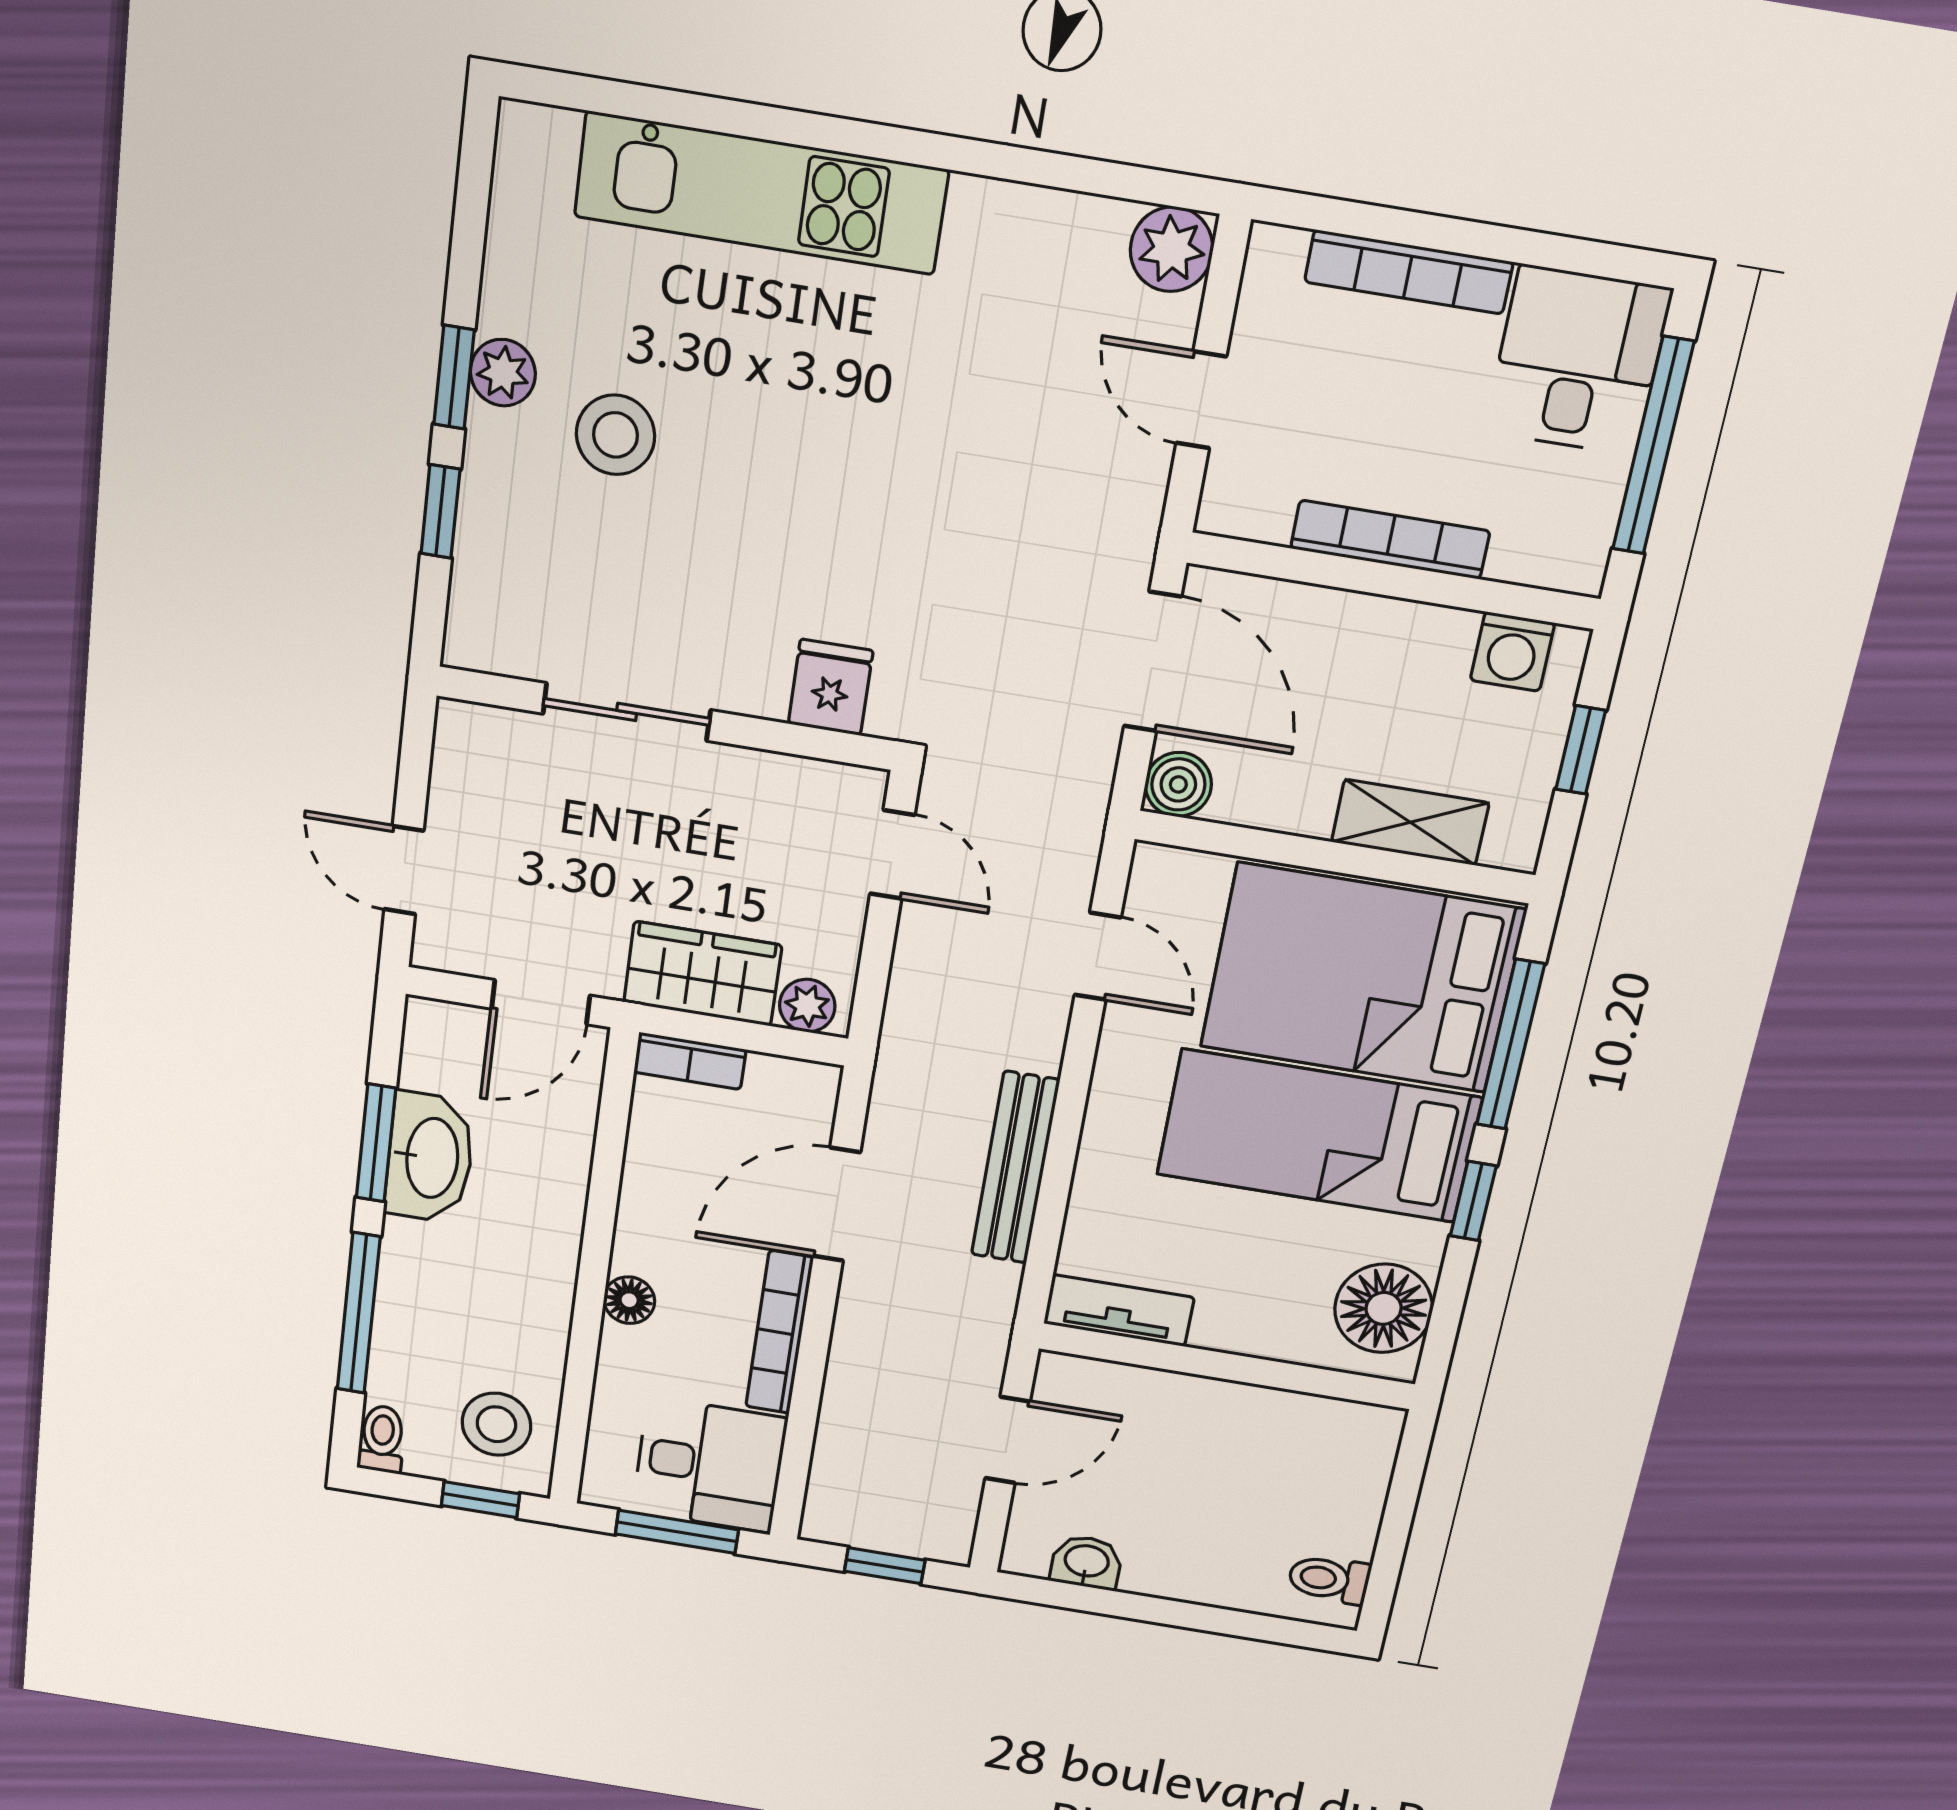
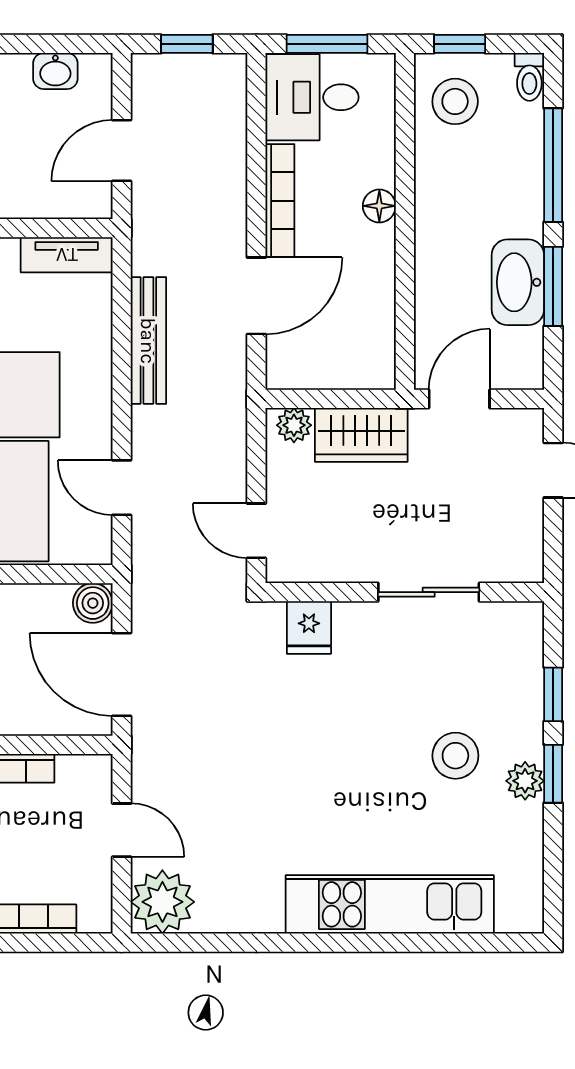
plant: (1172, 249) -> (162, 902), width x1.36, depth x1.36
bookcase: (690, 1061) -> (362, 376), removed

